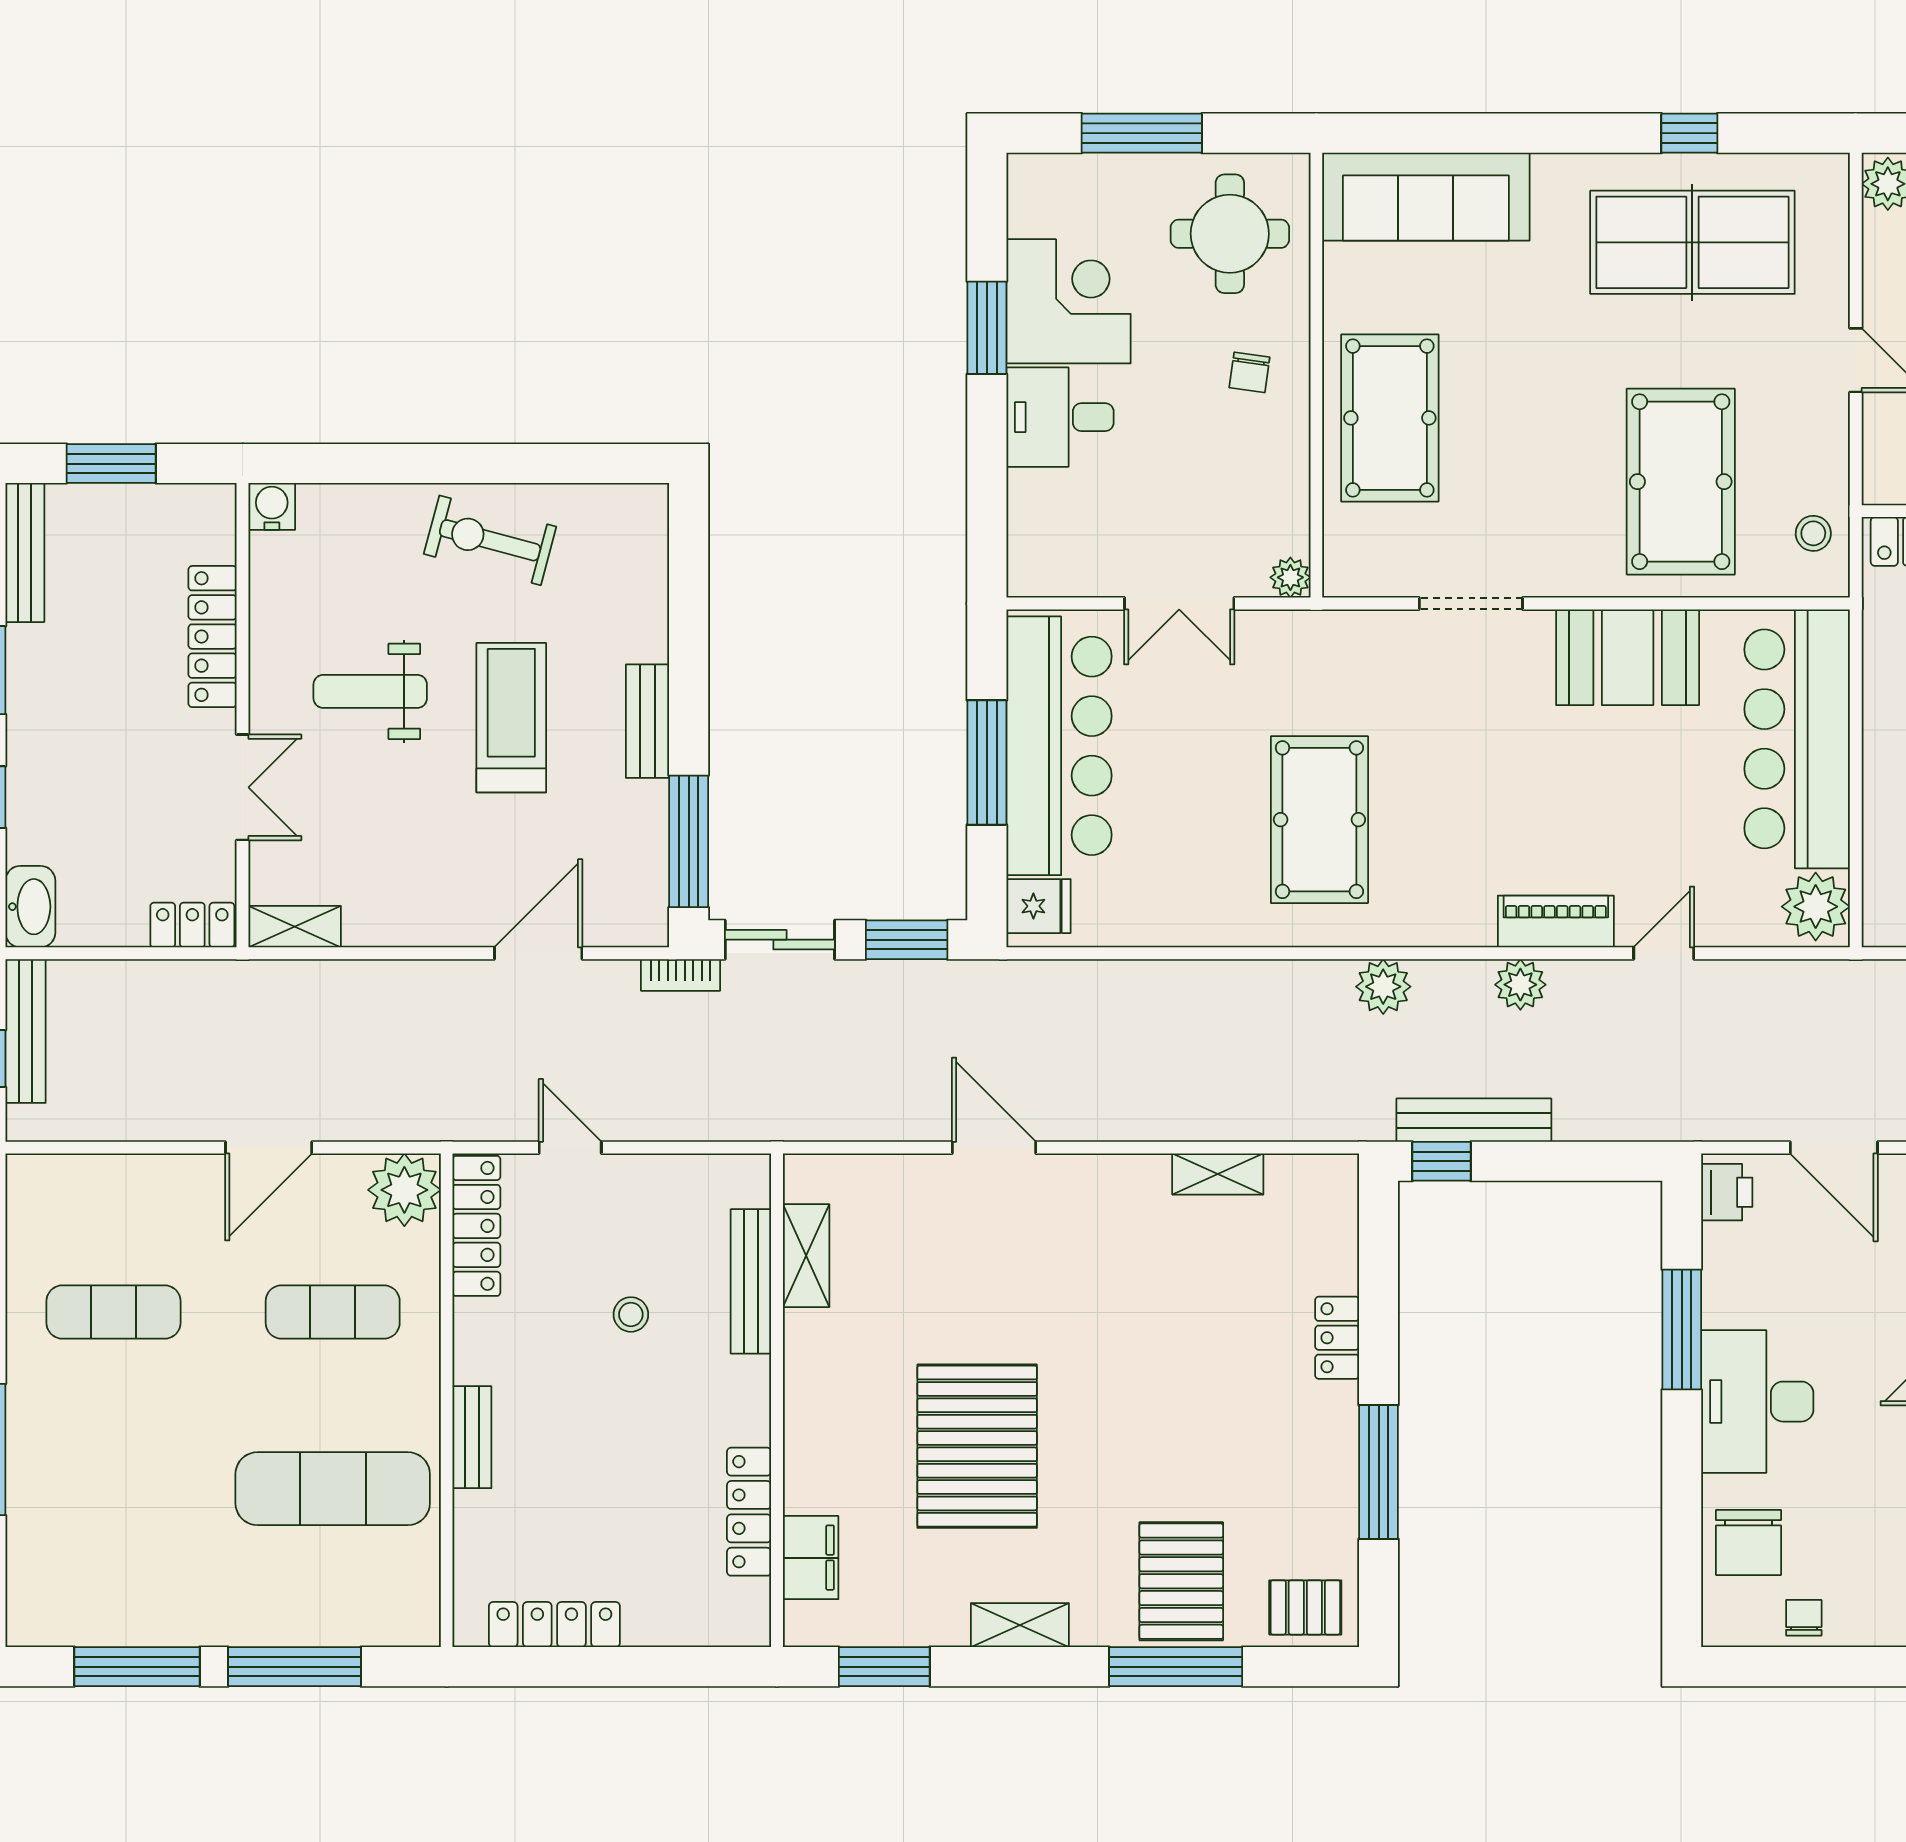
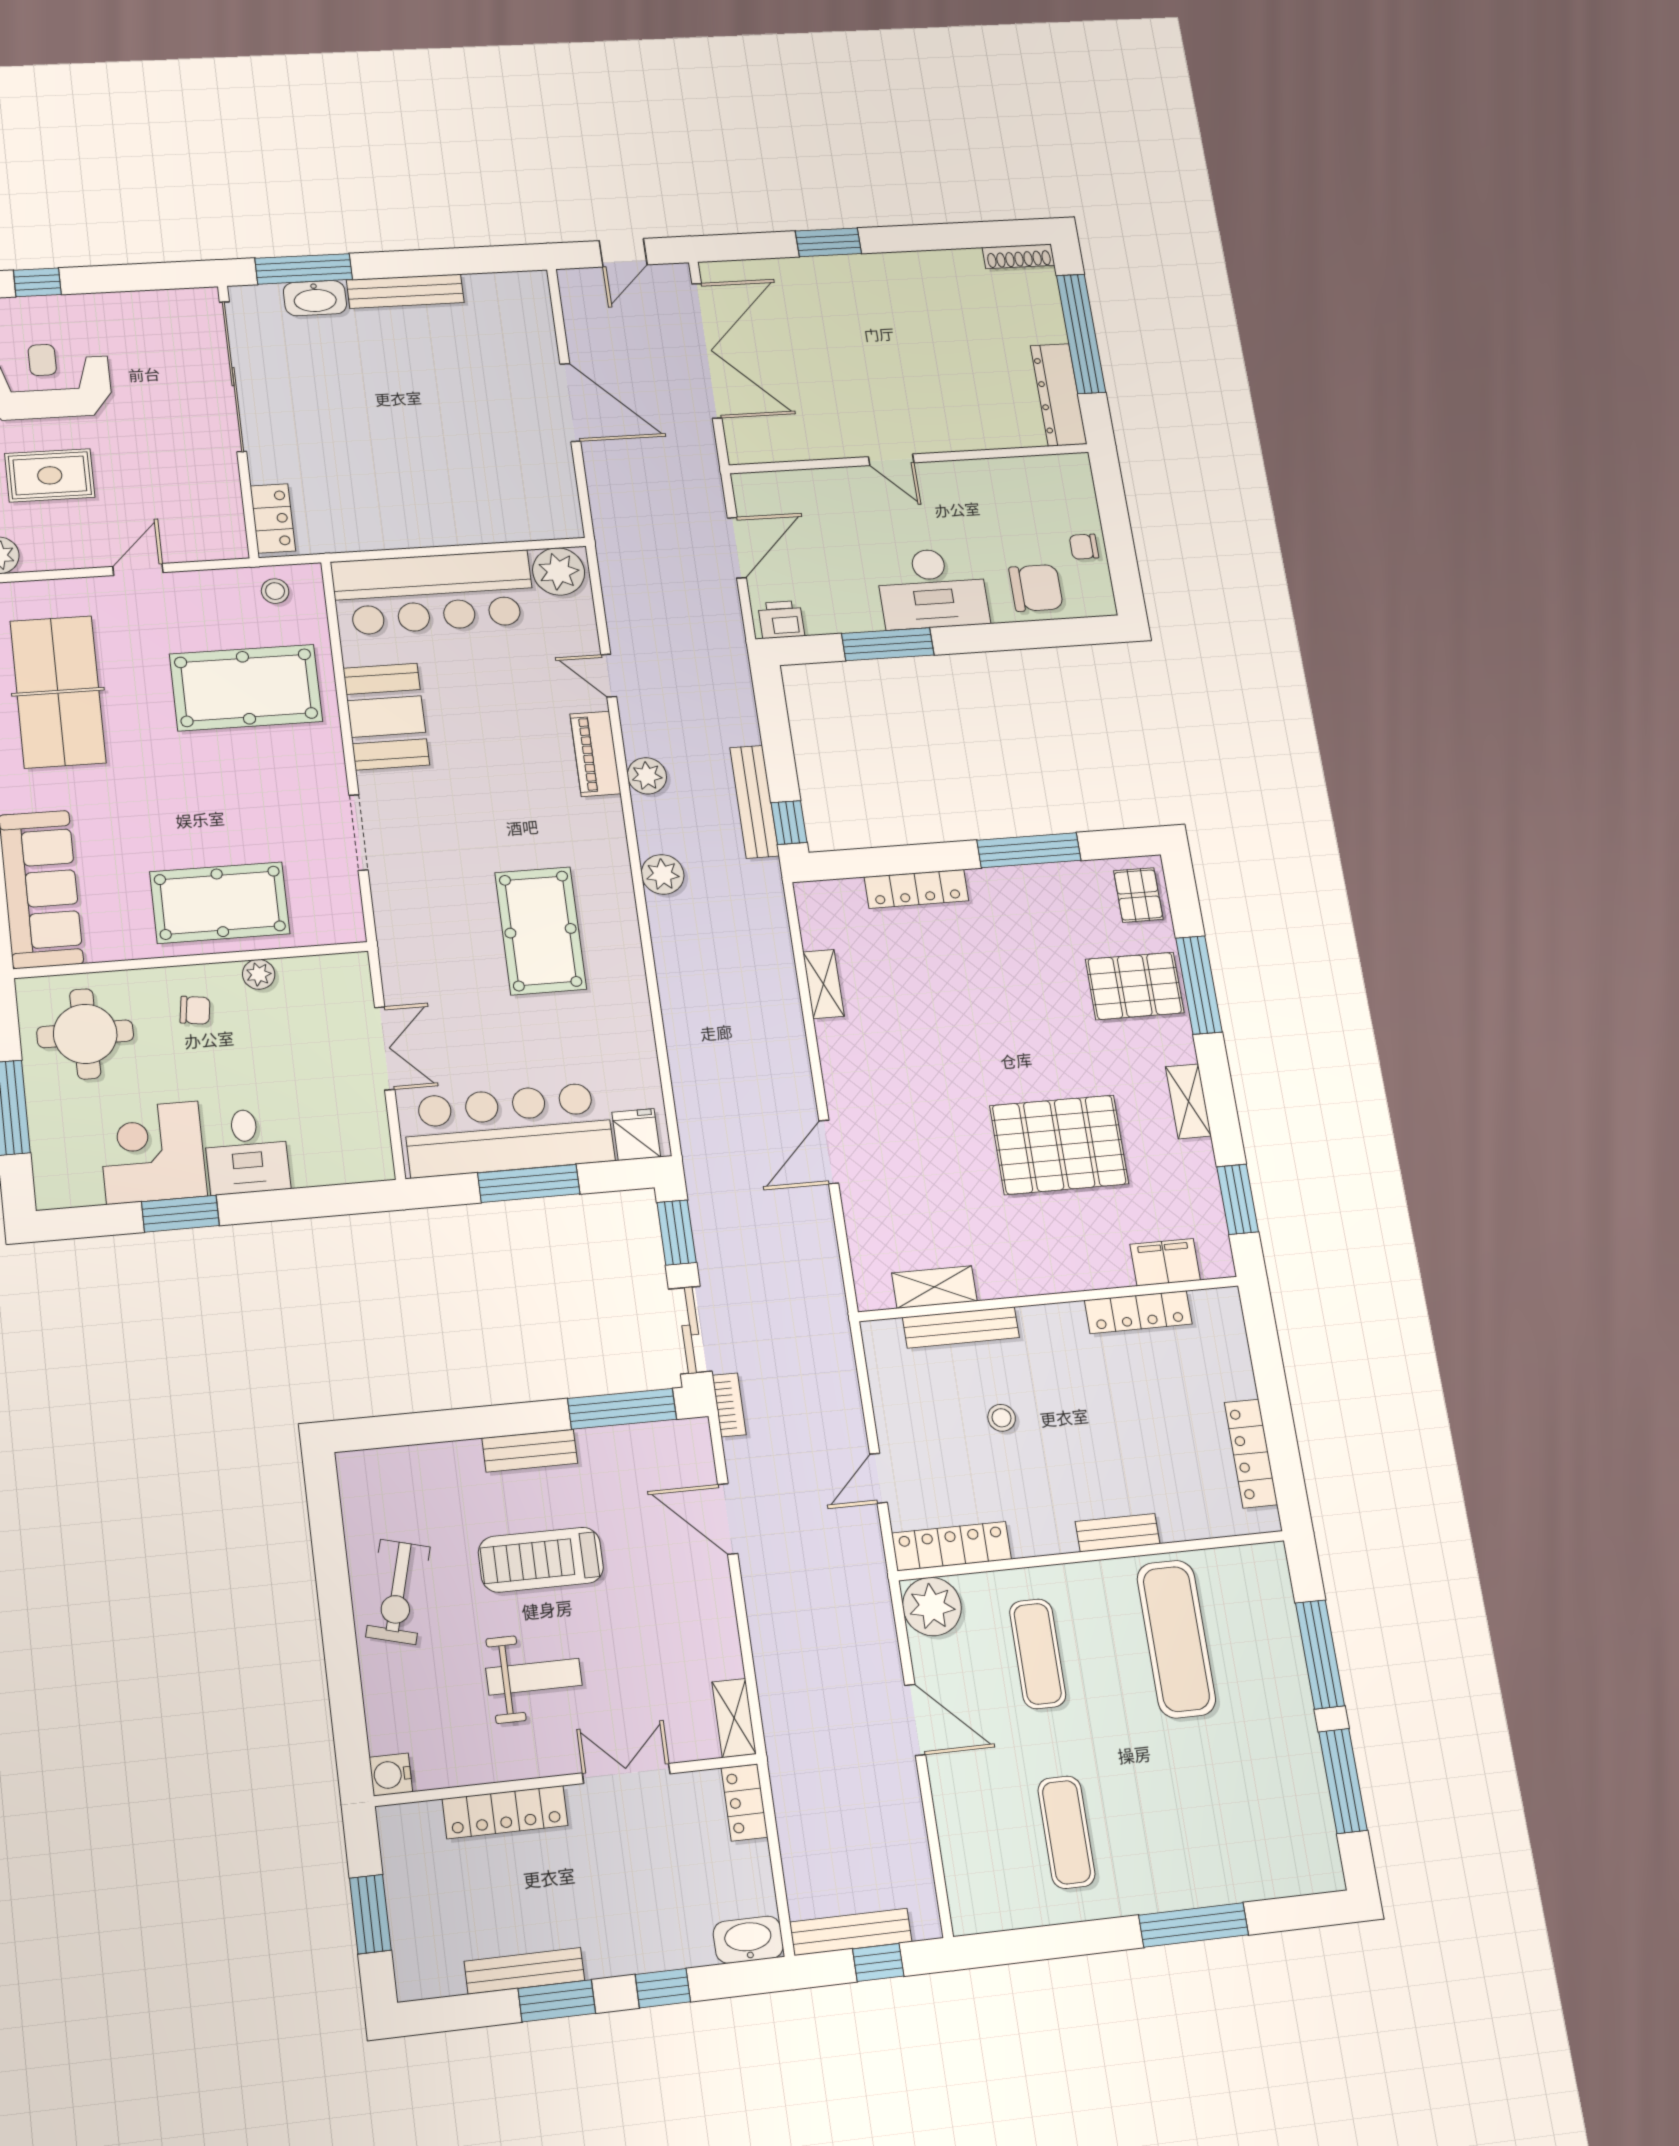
bench: (25, 552) -> (524, 1971), moved
plant: (1290, 577) -> (259, 974), moved
weight bench: (370, 691) -> (534, 1677), turned -90
pool table: (1319, 820) -> (541, 931), turned 90
locker: (1337, 1338) -> (916, 889), width x1.53

